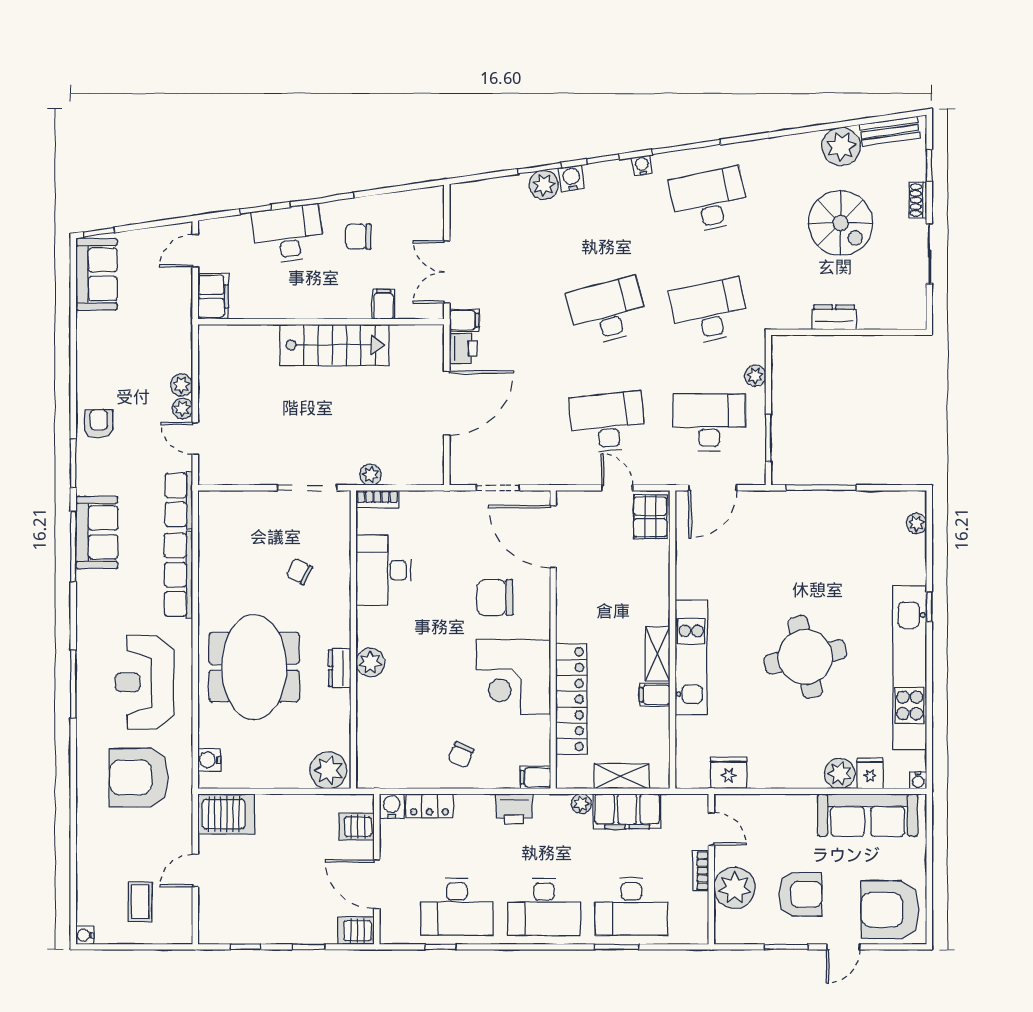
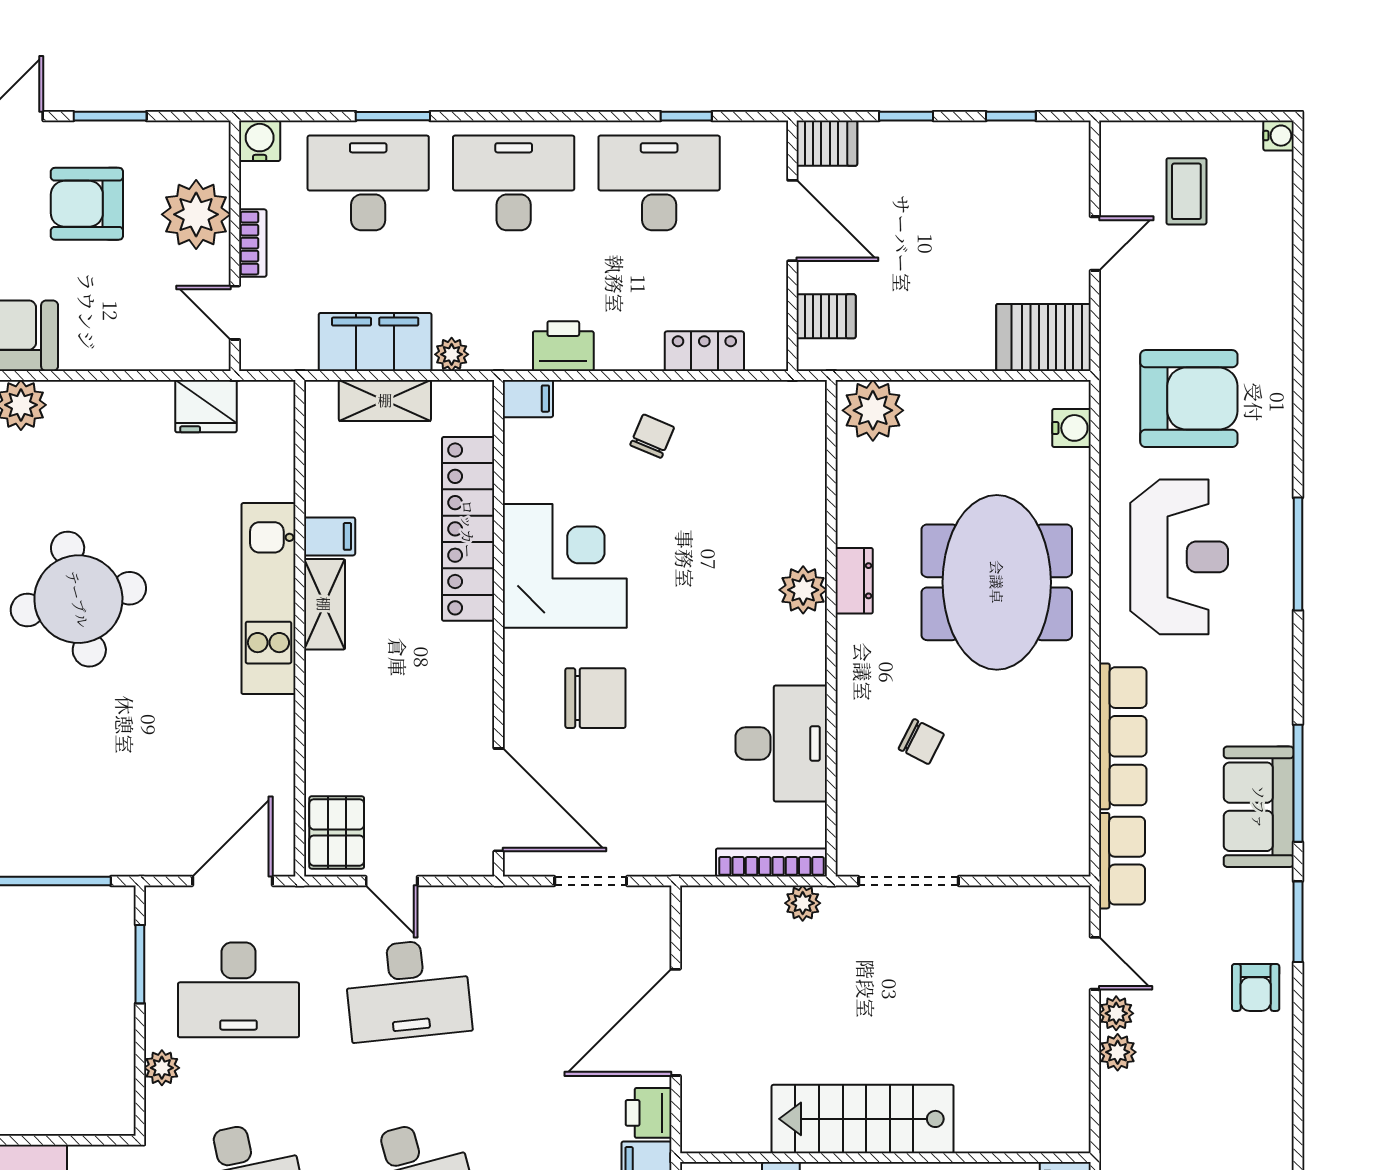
bookcase: (377, 499) -> (771, 863), width x1.56
water cooler: (392, 806) -> (260, 141), moved, turned 180

